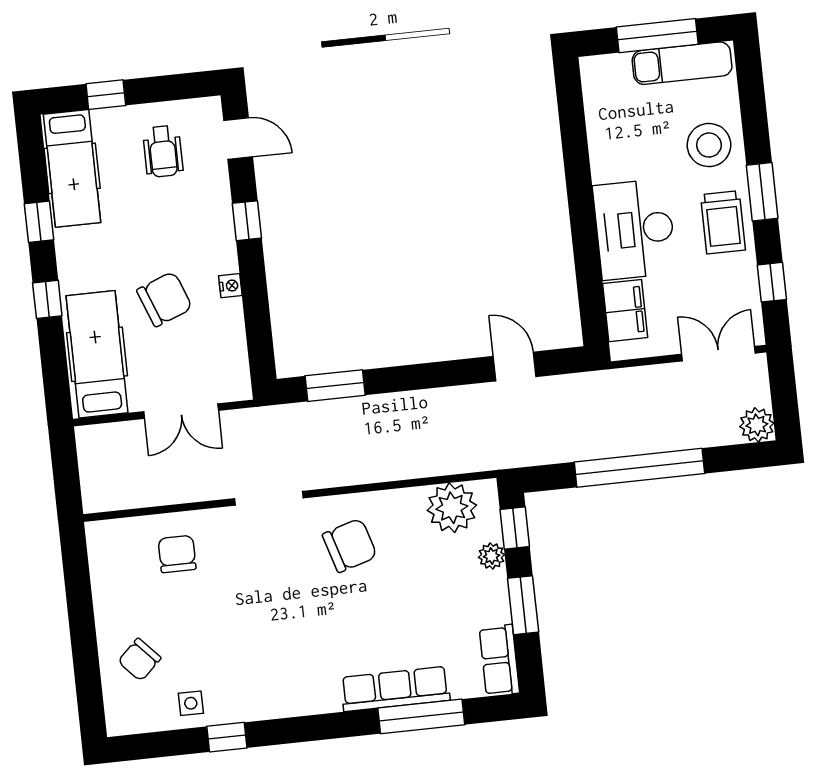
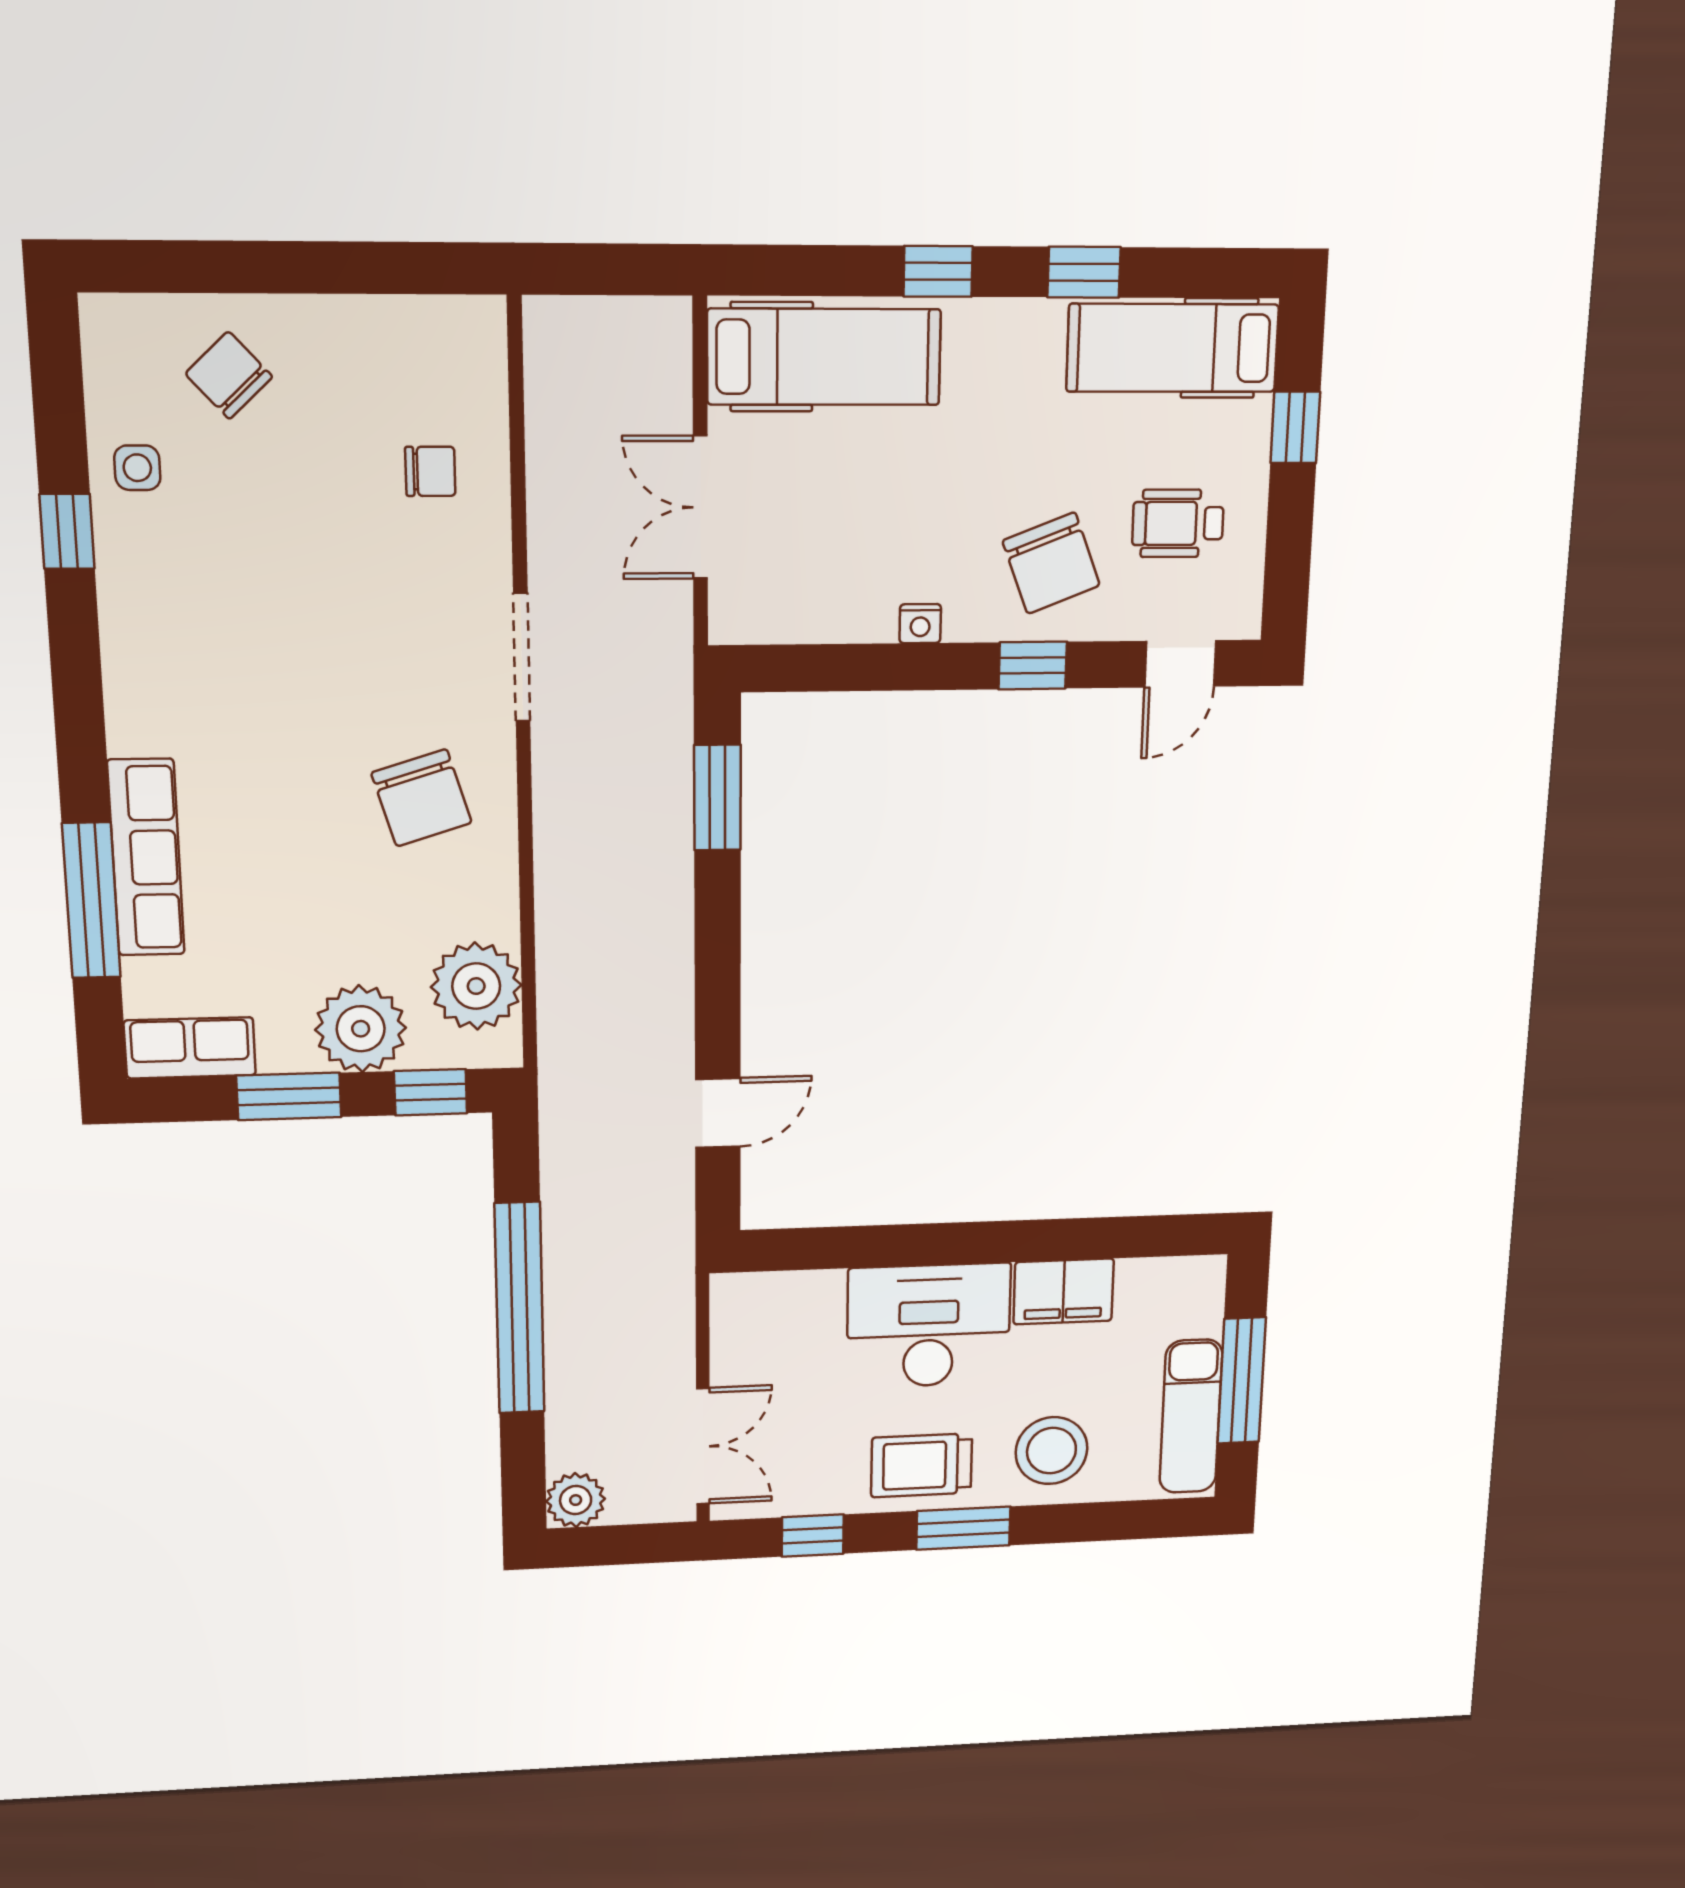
chair: (165, 299) -> (1051, 563), moved
filing cabinet: (625, 311) -> (1064, 1292), moved
chair: (177, 554) -> (430, 471), width x0.73, depth x0.73
plant: (492, 556) -> (361, 1029), width x1.87, depth x1.87

